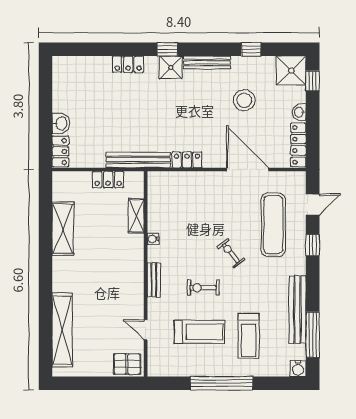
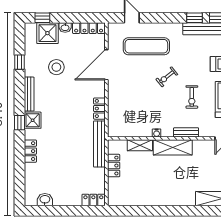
shower: (291, 71) -> (47, 33), moved
washbasin: (61, 123) -> (45, 200), moved
shelving: (63, 229) -> (173, 147), moved
window: (313, 245) -> (195, 18), moved

